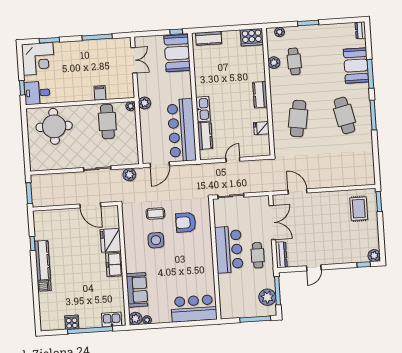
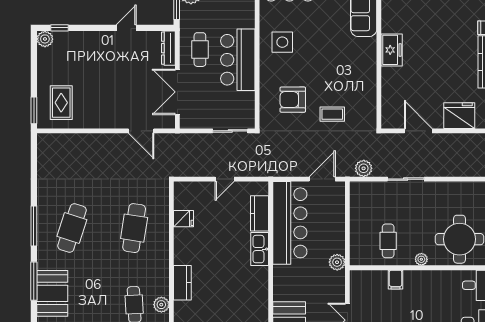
kitchen counter: (260, 95) -> (182, 283), moved
plant: (131, 106) -> (421, 259), moved
cafe table: (344, 115) -> (72, 228), turned 30
cafe table: (107, 122) -> (388, 241), width x0.73, depth x0.74
armchair: (186, 222) -> (293, 100), turned 180
fridge: (111, 240) -> (459, 116), moved, turned -90
side table: (156, 240) -> (282, 42), moved

